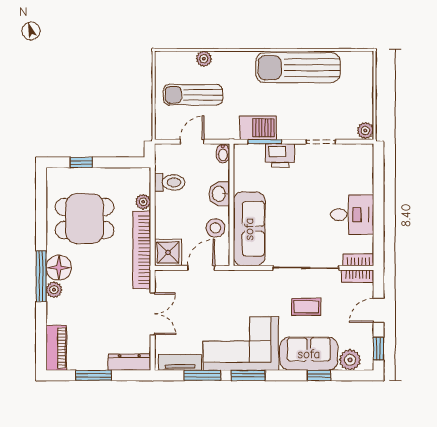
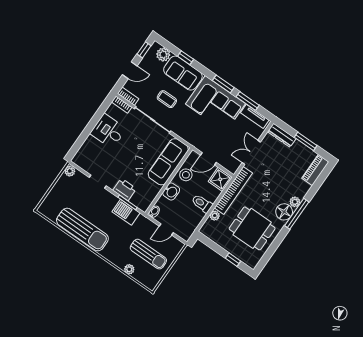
toilet: (170, 182) -> (202, 204), moved

